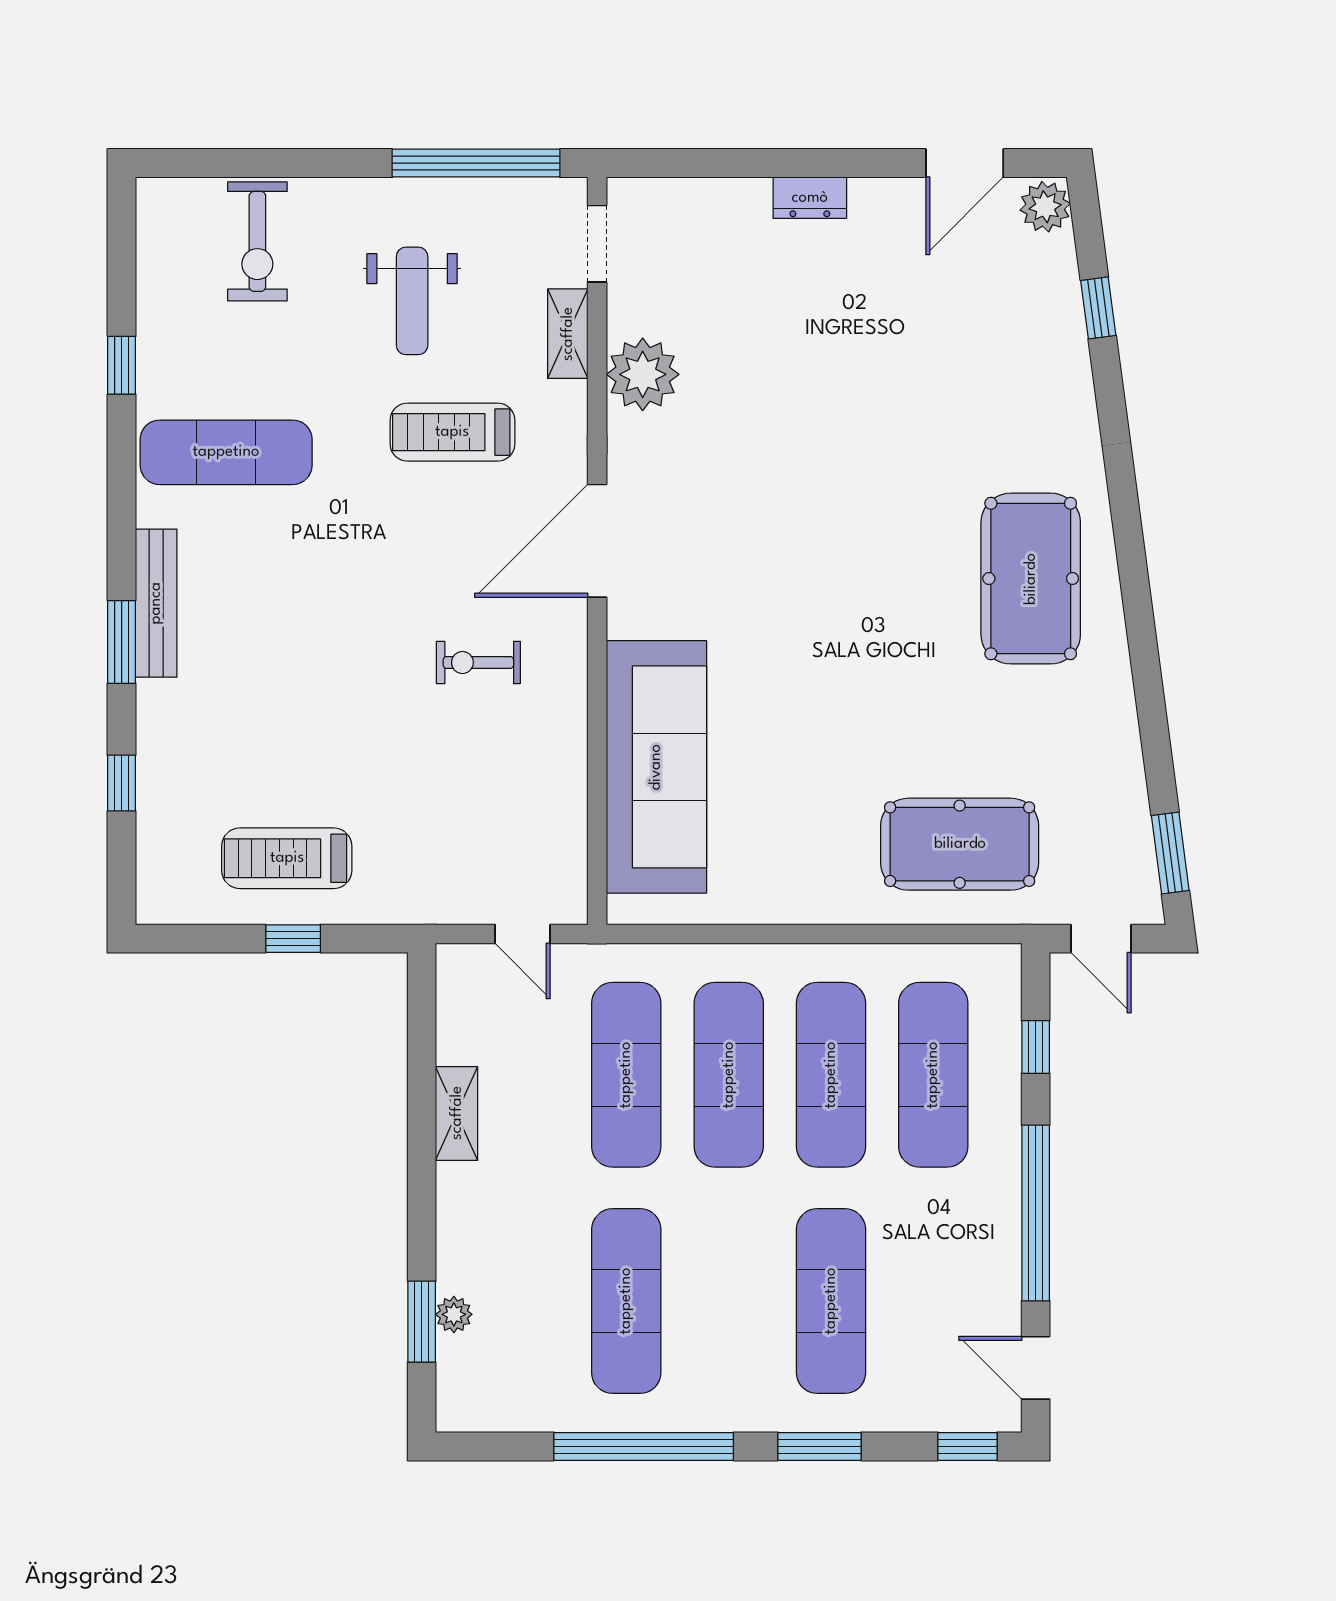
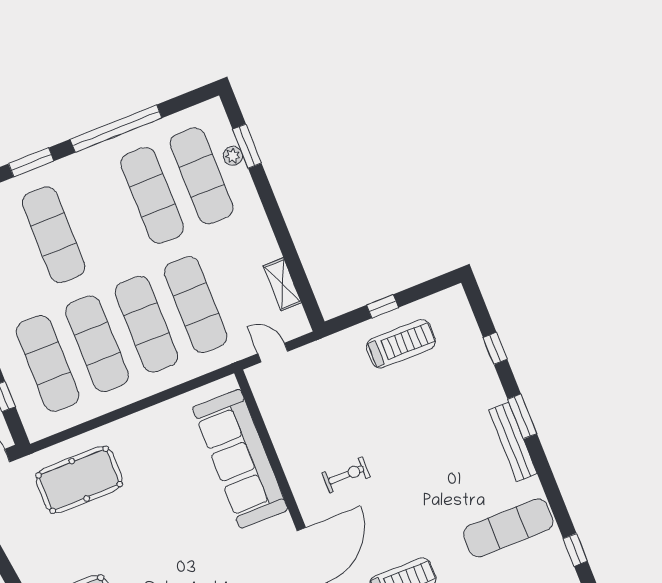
shelving: (457, 1113) -> (282, 284), moved
exercise mat: (524, 1301) -> (202, 176), added

